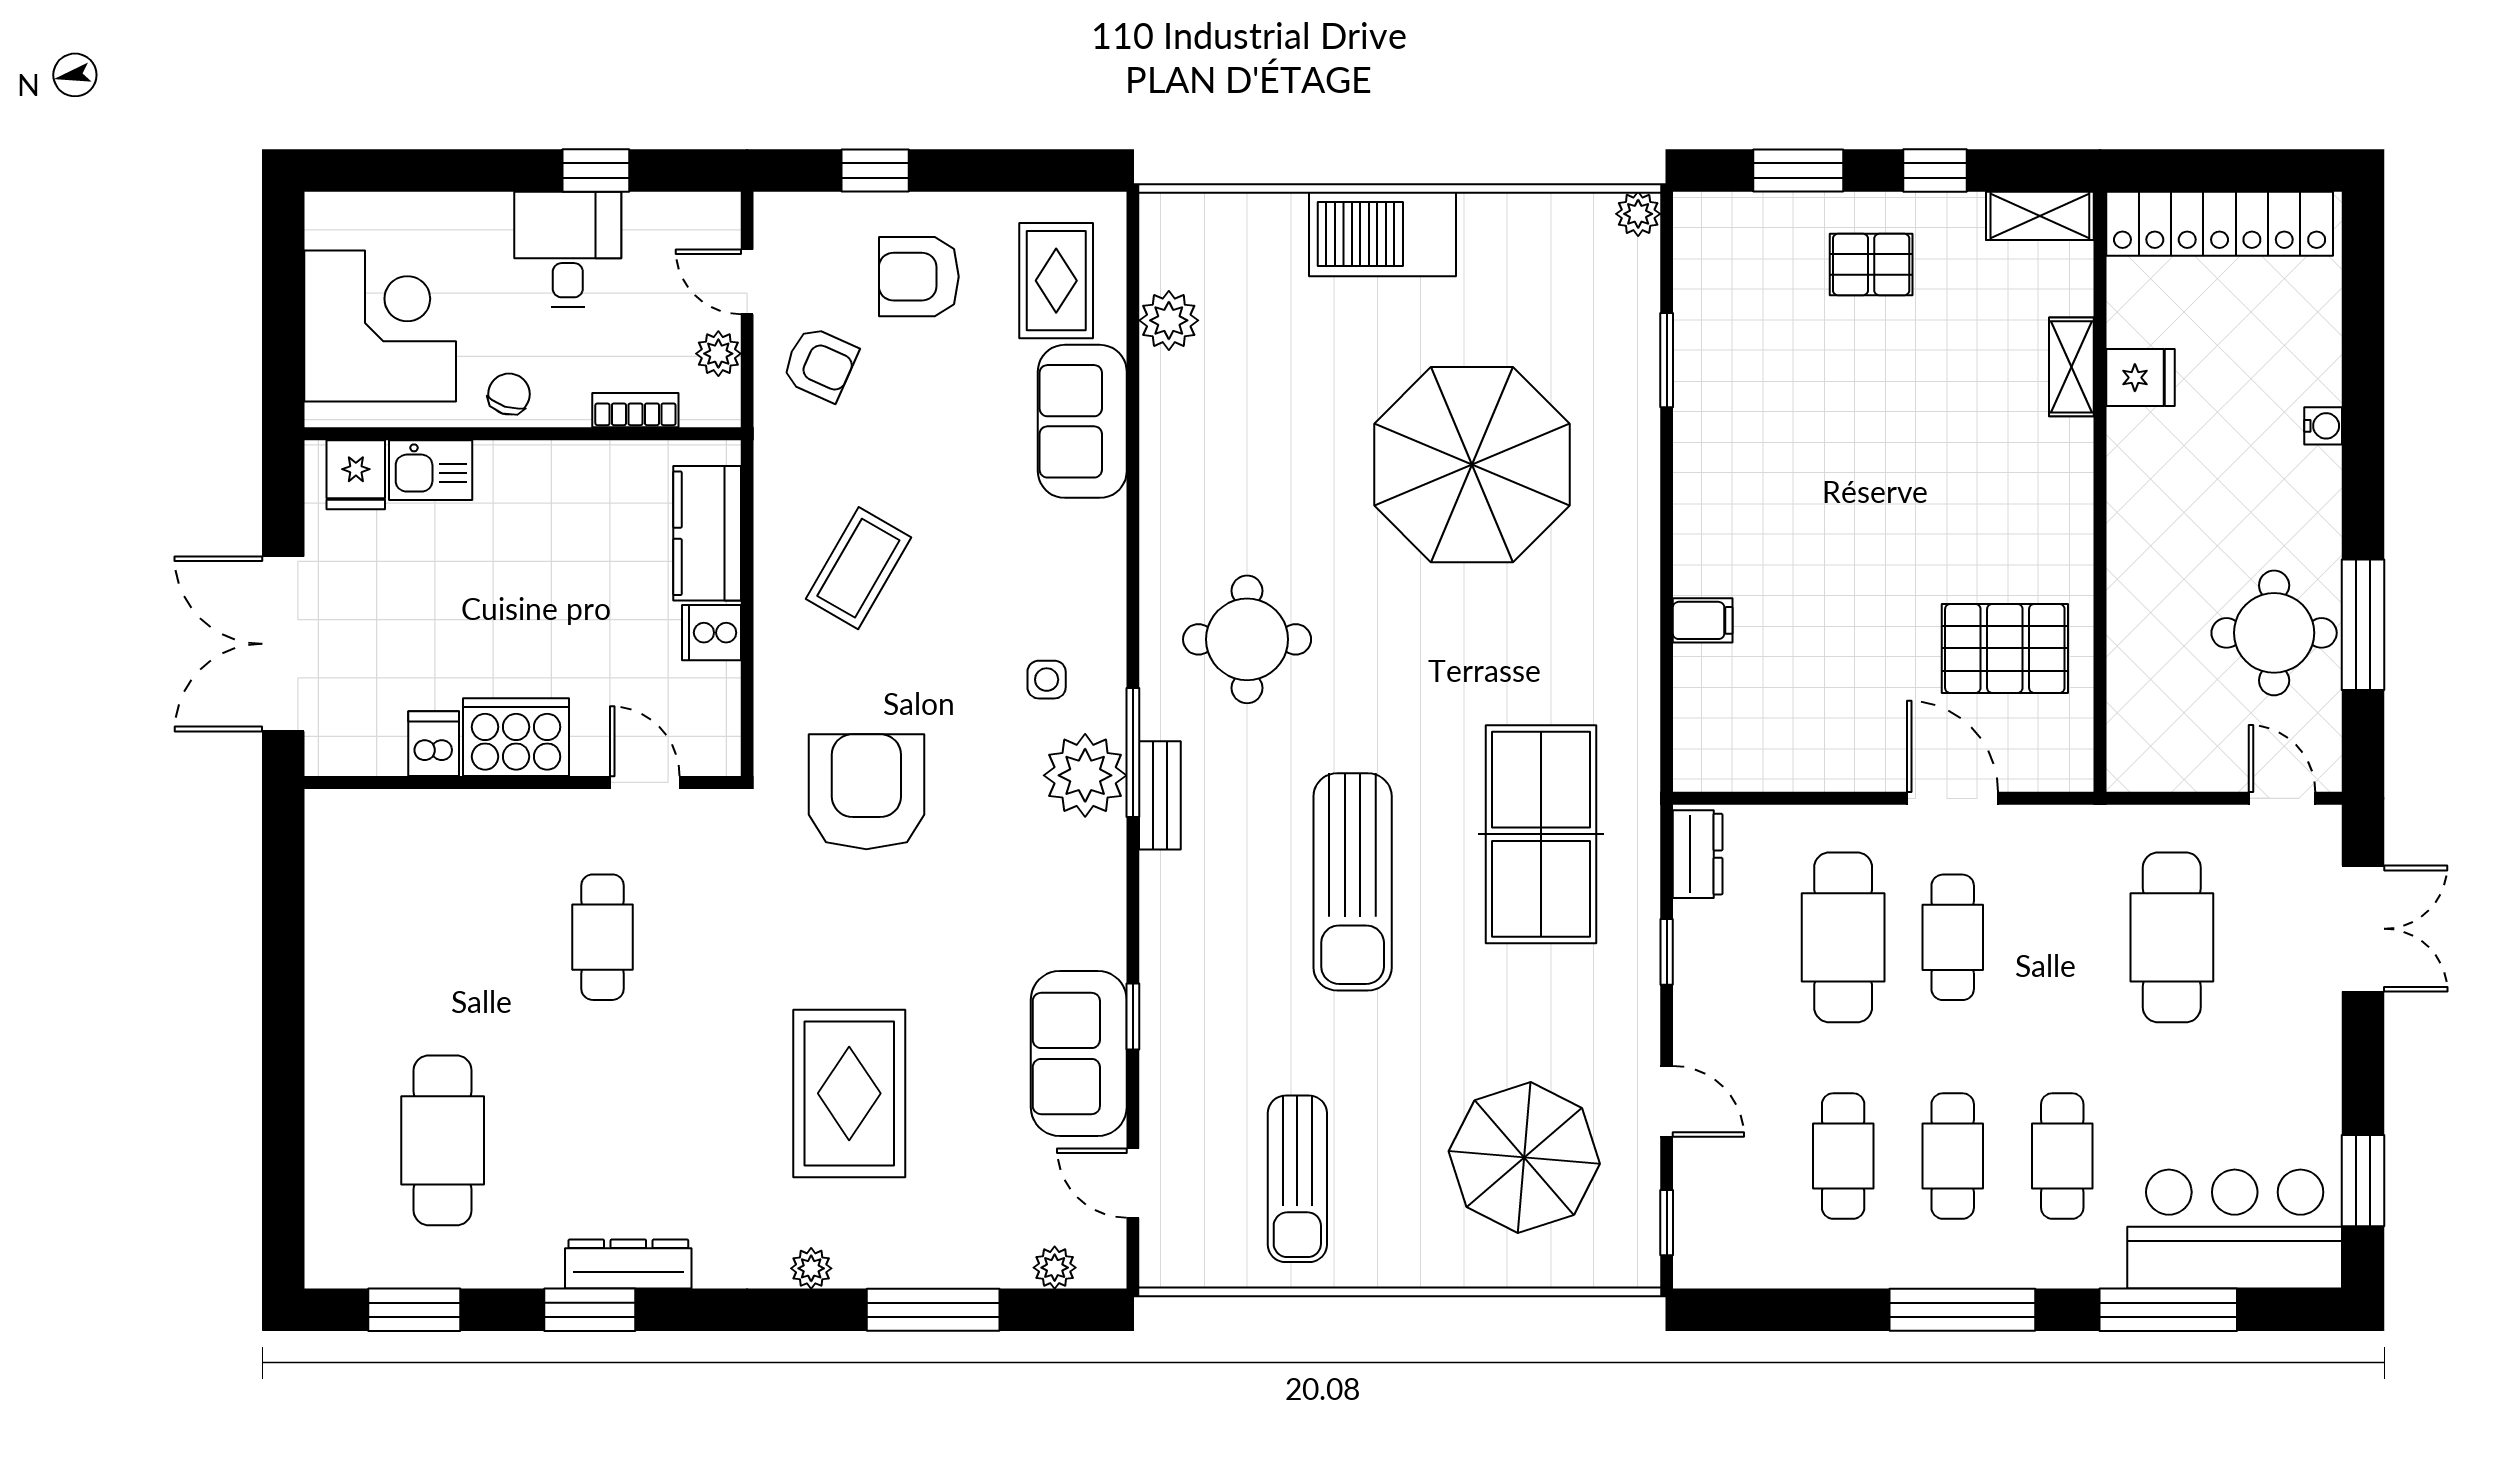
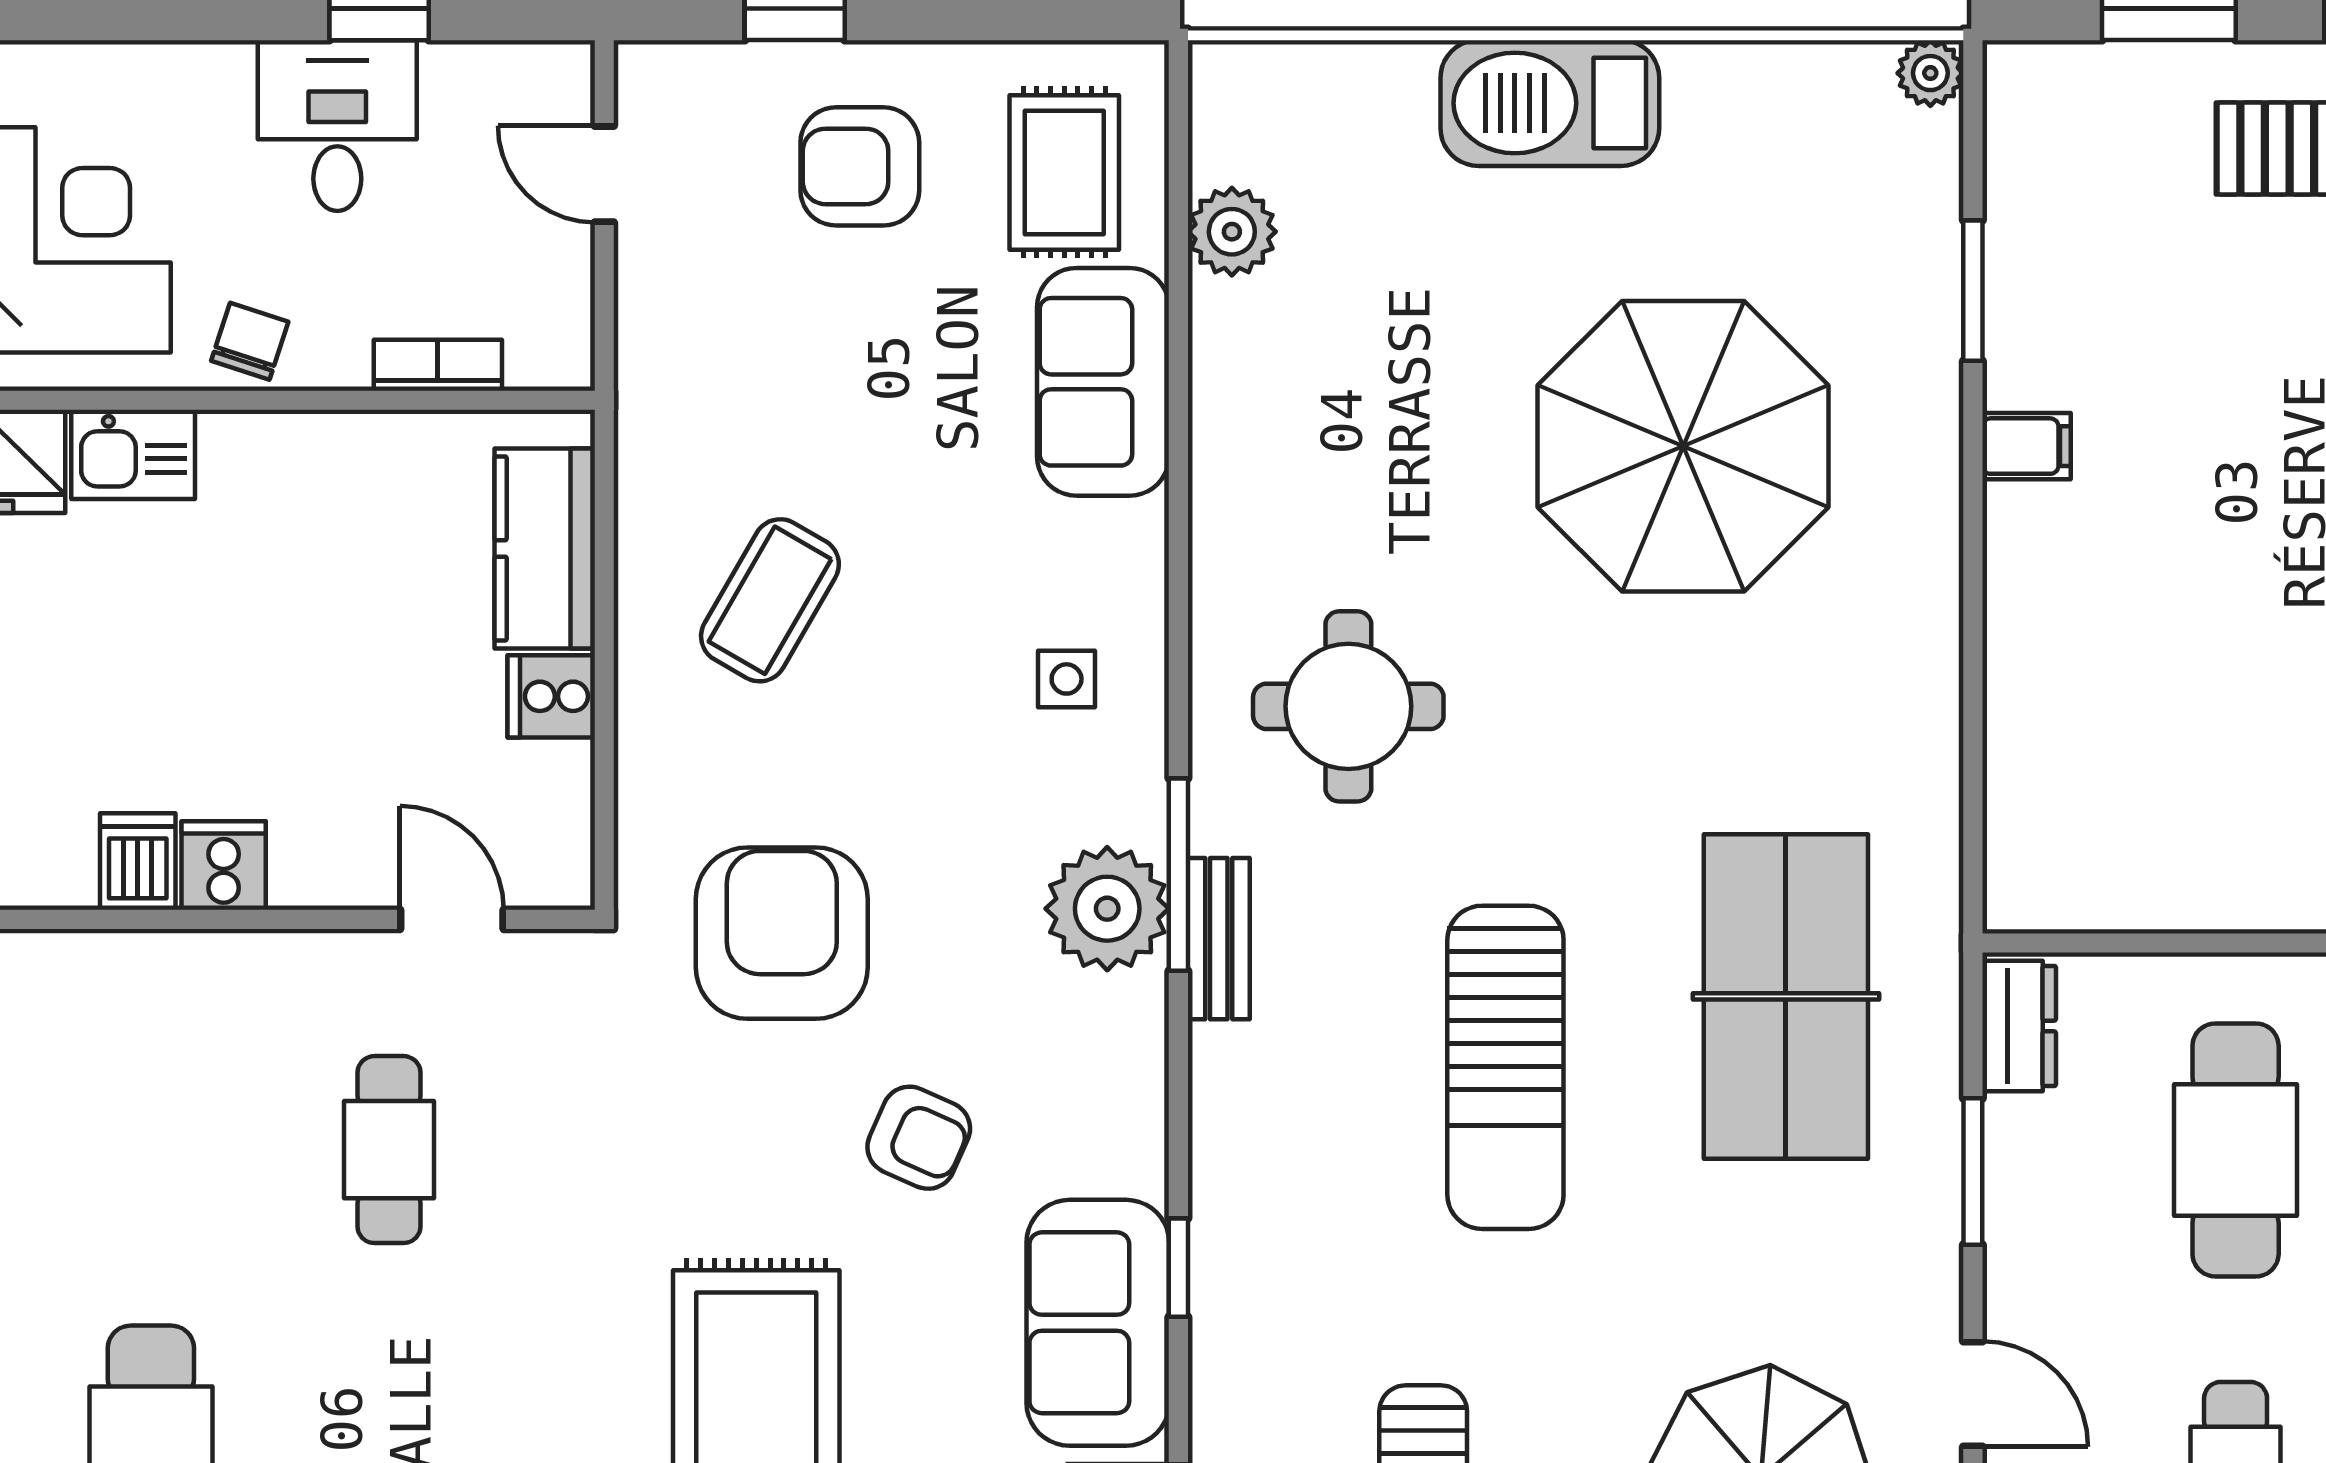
plant: (718, 354) -> (561, 281), removed
armchair: (820, 364) -> (919, 1138), moved
filing cabinet: (1703, 620) -> (2027, 446), moved
side table: (1047, 680) -> (1067, 679), moved
cooker: (516, 737) -> (224, 866), width x0.53, depth x0.76
window: (1667, 952) -> (1973, 1172), width x1.50

